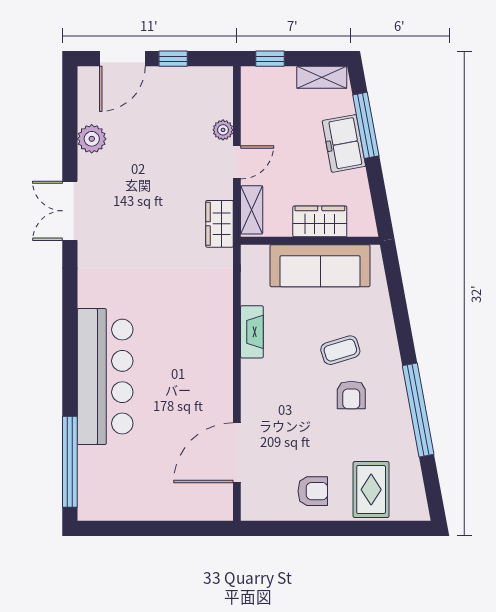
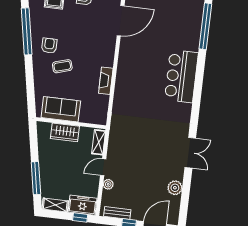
bench: (199, 76) -> (117, 213), added
freezer: (344, 143) -> (83, 205), moved, turned -80
wardrobe: (220, 224) -> (116, 137), removed
sofa: (320, 266) -> (61, 109), width x0.73
bar counter: (105, 377) -> (181, 76), width x0.73
armchair: (351, 395) -> (49, 46), moved

